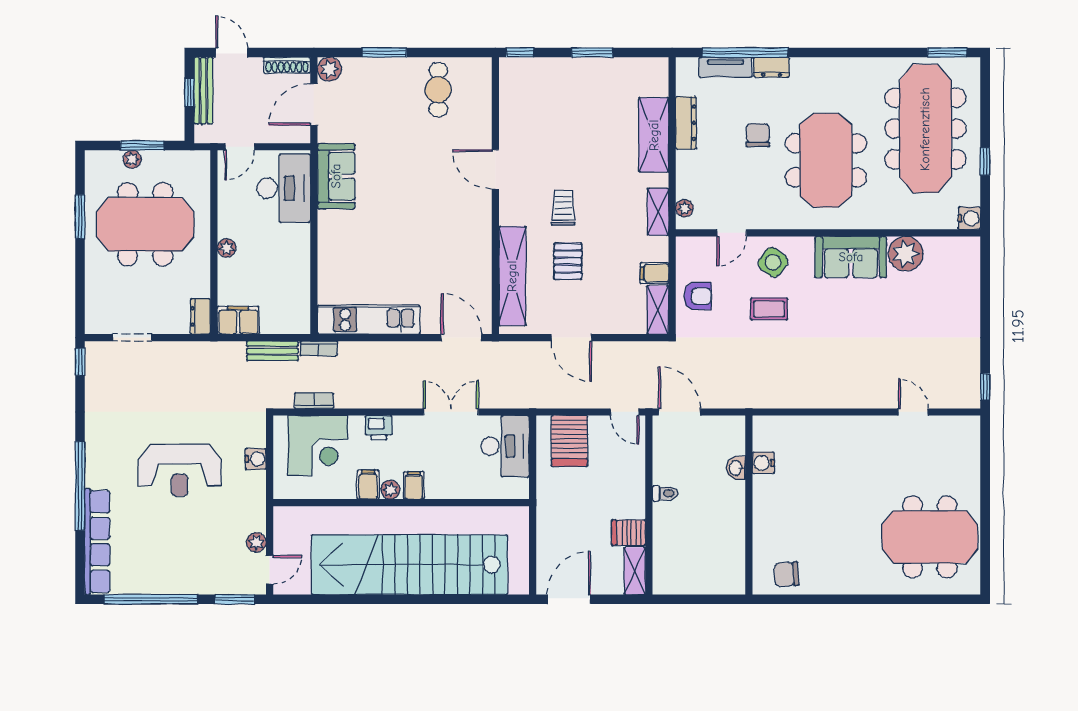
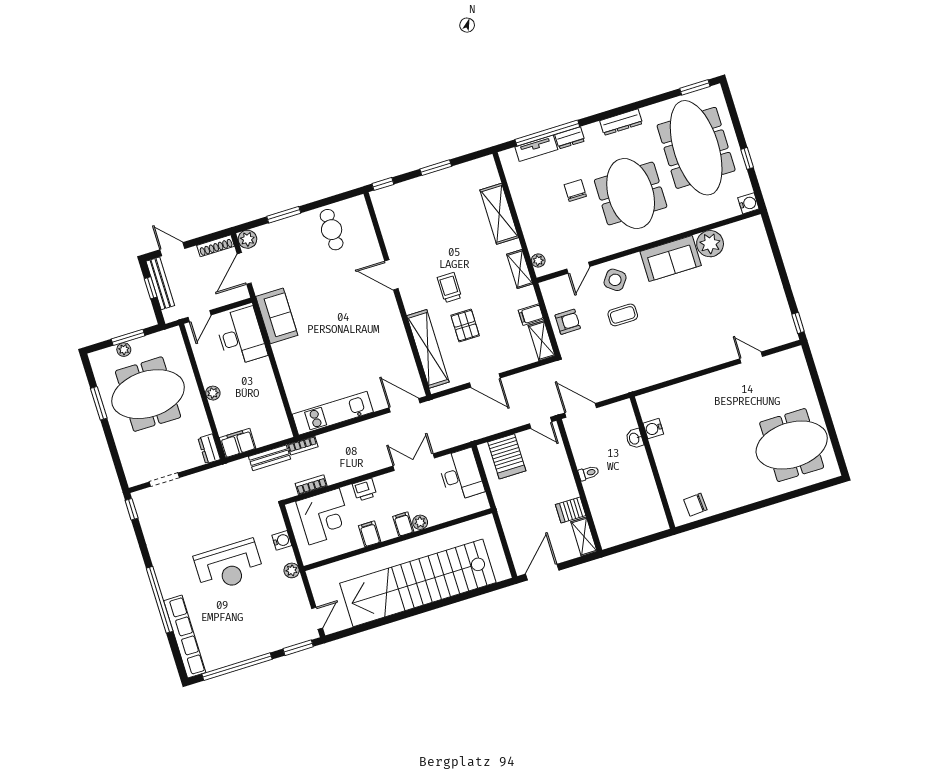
dresser: (686, 123) -> (621, 122), moved, turned 90
plant: (390, 490) -> (420, 522), moved
plant: (256, 542) -> (292, 570), moved

